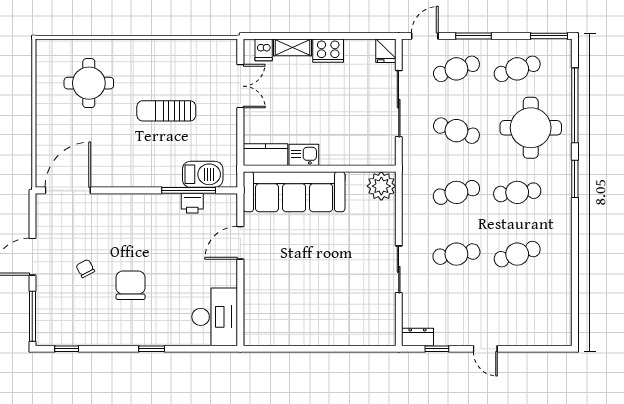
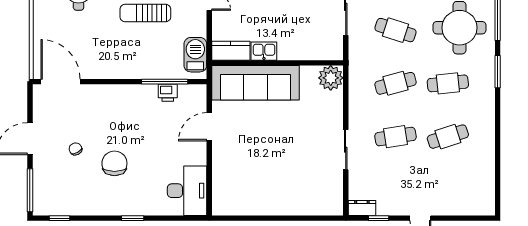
barbecue: (203, 174) -> (195, 55), moved, turned -90
door: (68, 190) -> (61, 82), hinge flipped

